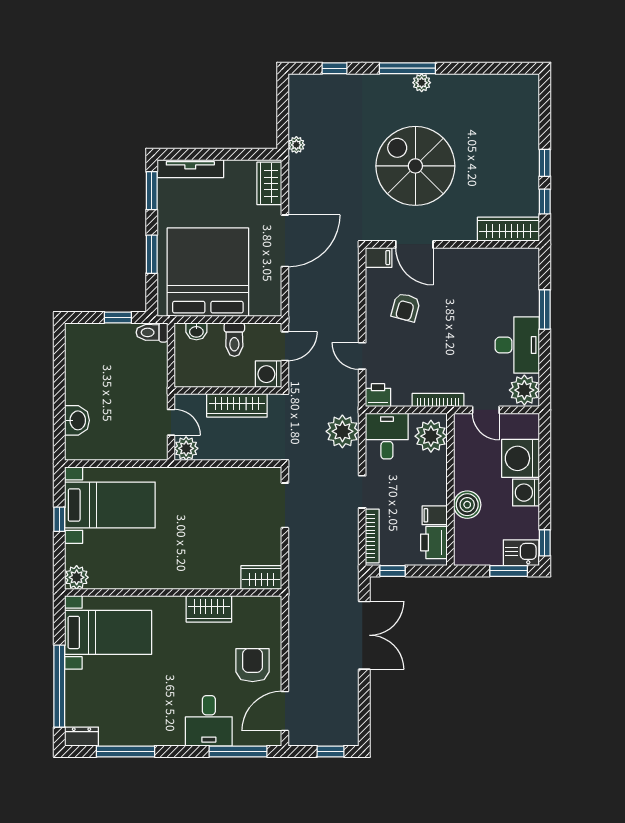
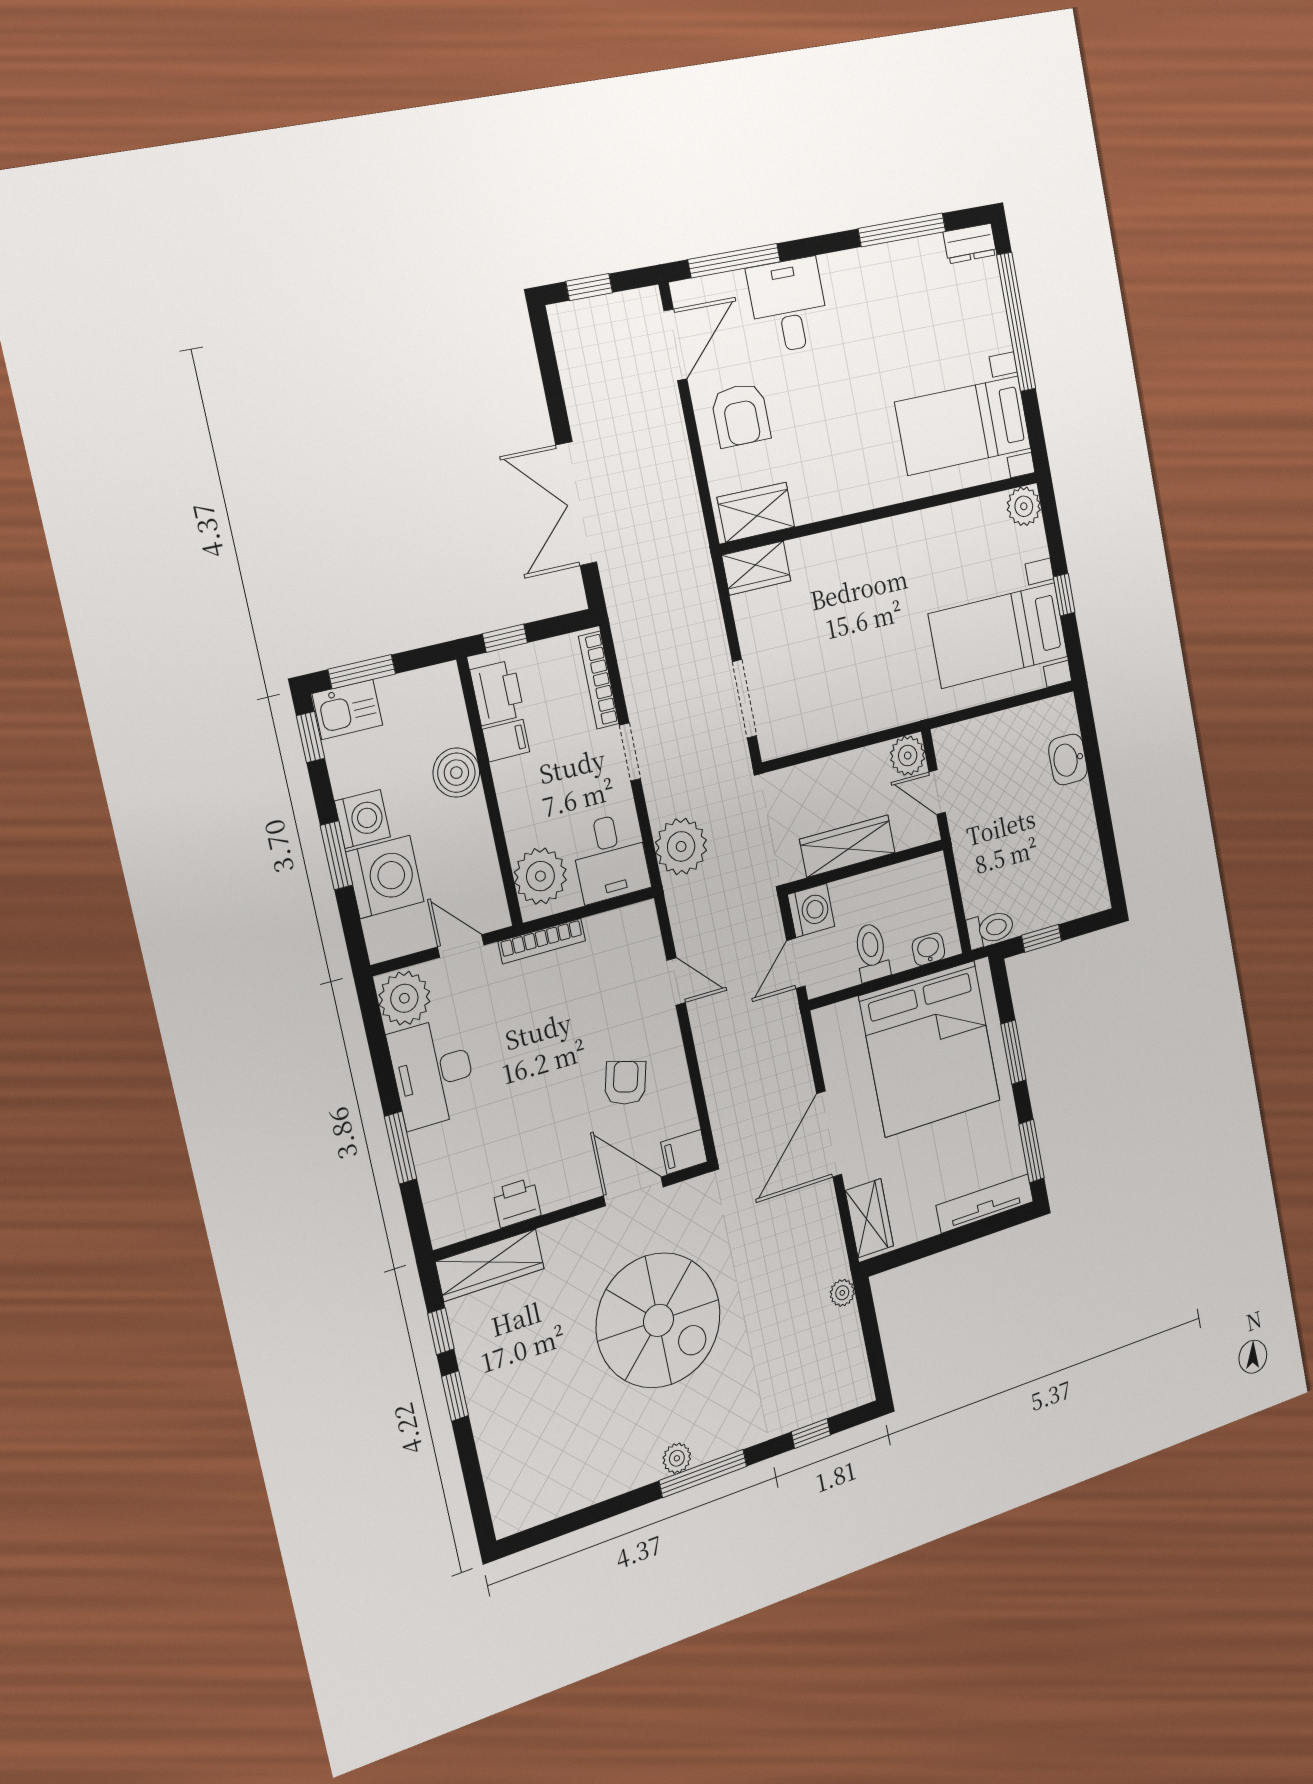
printer: (378, 395) -> (517, 1203), moved, turned 180
window: (545, 477) -> (337, 855), added
window: (393, 571) -> (505, 638), moved
wardrobe: (209, 609) -> (756, 512), moved

